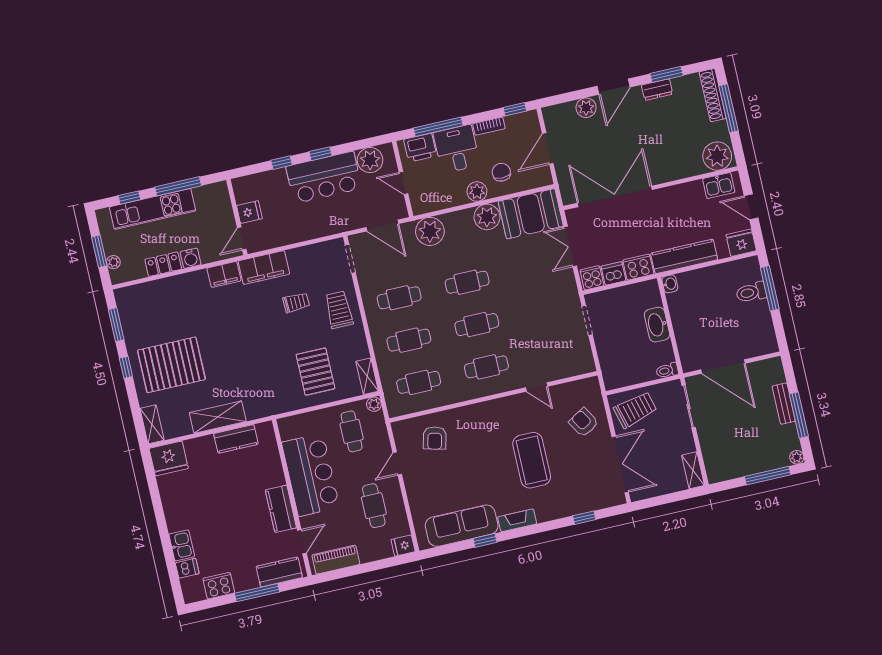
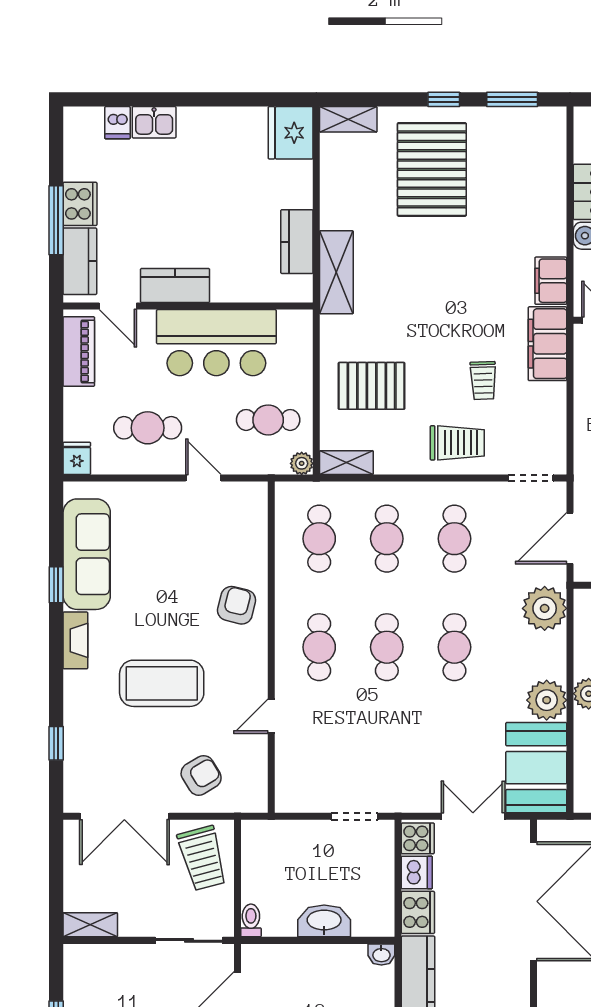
shelving: (218, 417) -> (336, 272), moved
armchair: (435, 438) -> (237, 605), moved, turned 90
cooker: (219, 586) -> (80, 204), moved

